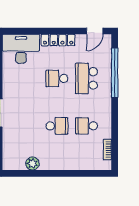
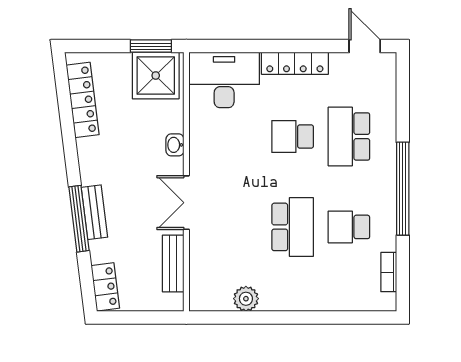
door: (95, 31) -> (365, 46), swing flipped
window: (115, 73) -> (403, 189), moved
school desk: (57, 126) -> (293, 227), width x1.85

